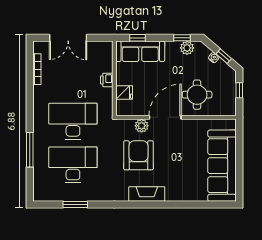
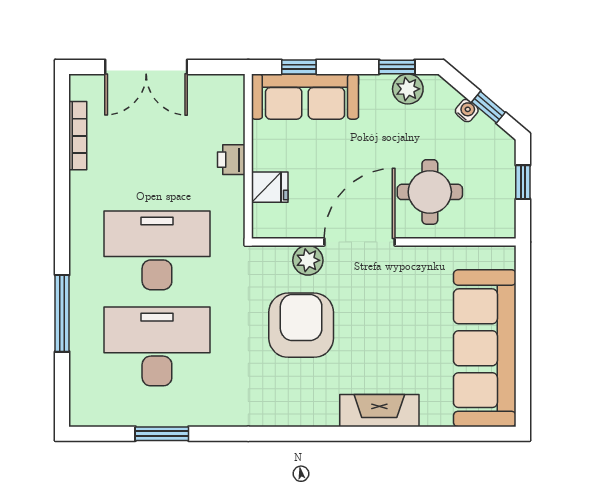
fireplace: (147, 194) -> (379, 411), moved

